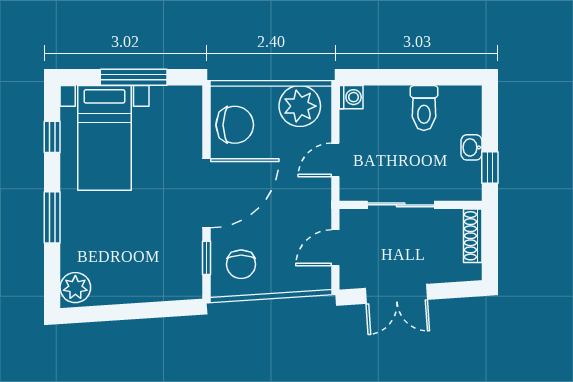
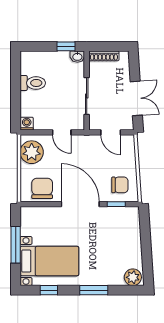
washbasin: (471, 147) -> (77, 57), moved

